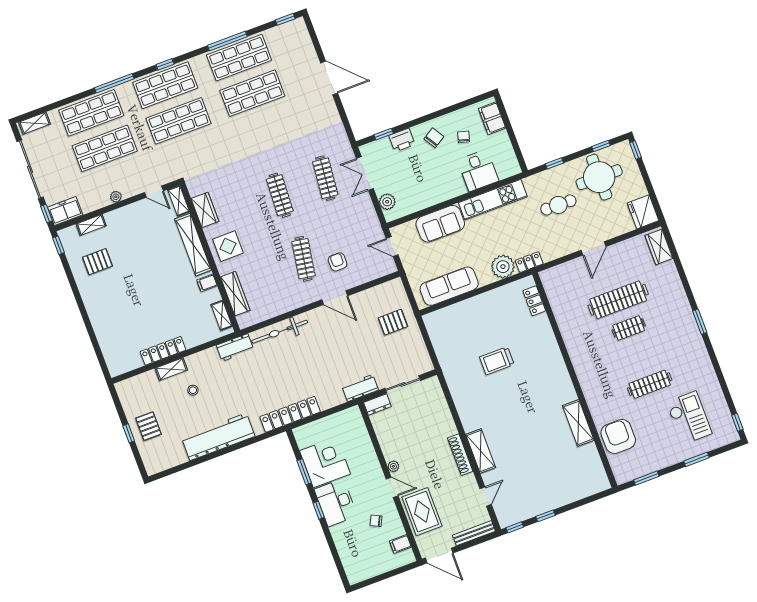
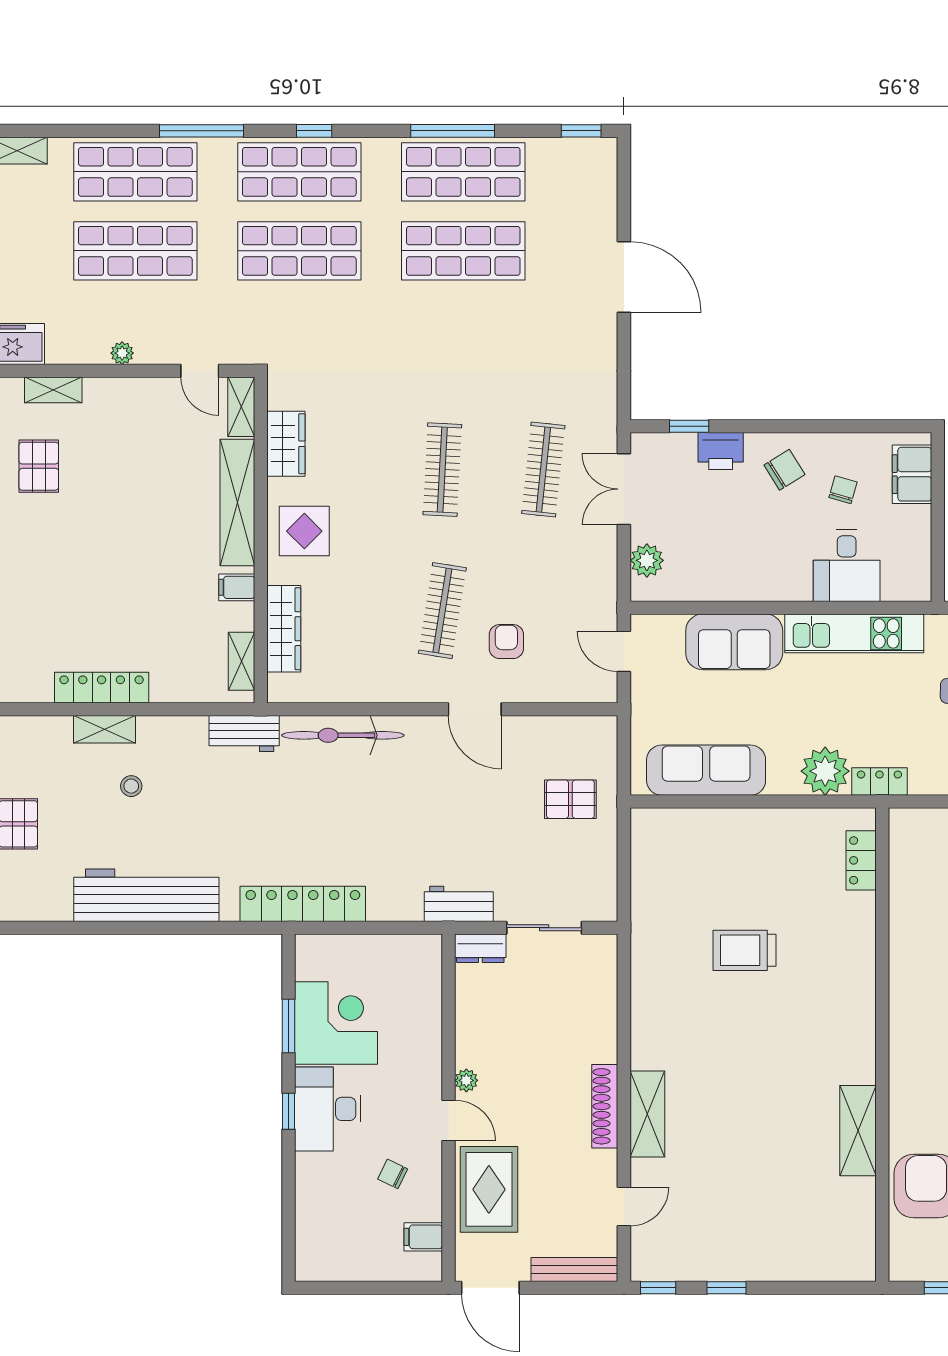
pallet: (97, 262) -> (39, 466), turned 90

